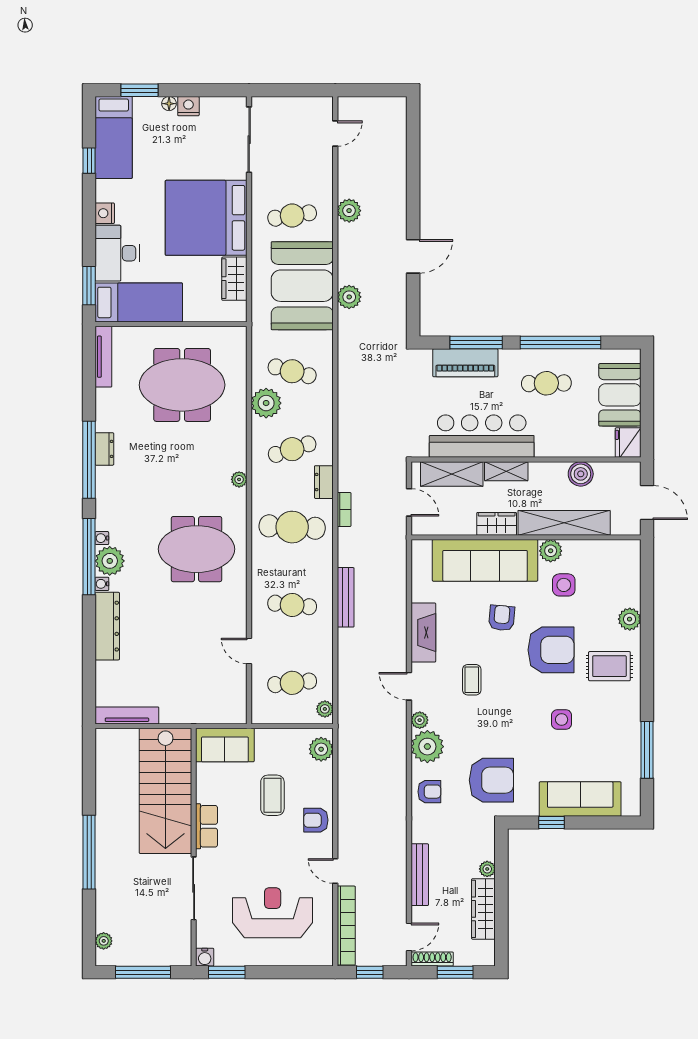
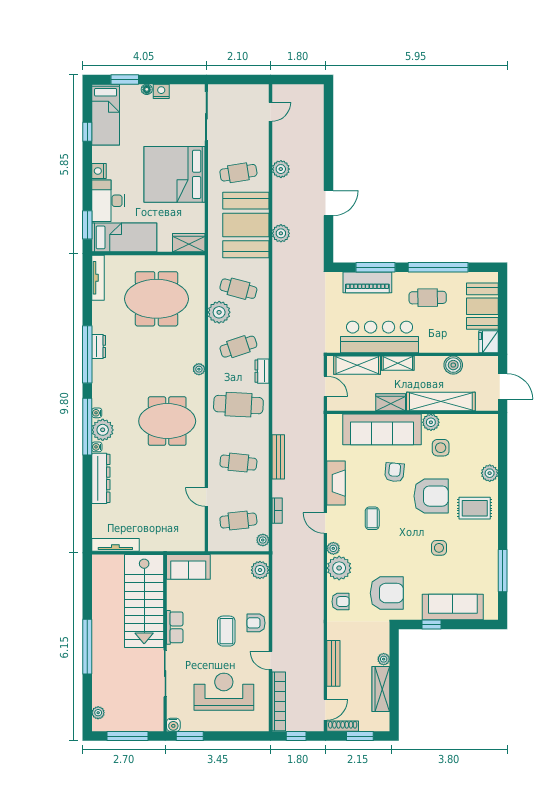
wardrobe: (234, 279) -> (189, 243), moved, turned 90
bookcase: (344, 509) -> (277, 511), moved
coffee table: (272, 795) -> (226, 631), moved

